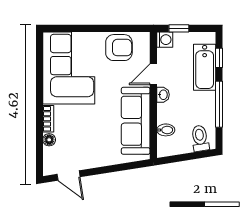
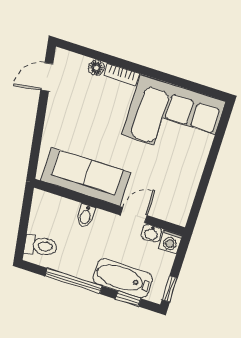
window: (179, 28) -> (170, 289), moved
armchair: (119, 48) -> (178, 185), removed
door: (153, 74) -> (134, 215), hinge flipped
washbasin: (163, 95) -> (151, 233), moved
bidet: (166, 130) -> (86, 216), moved

